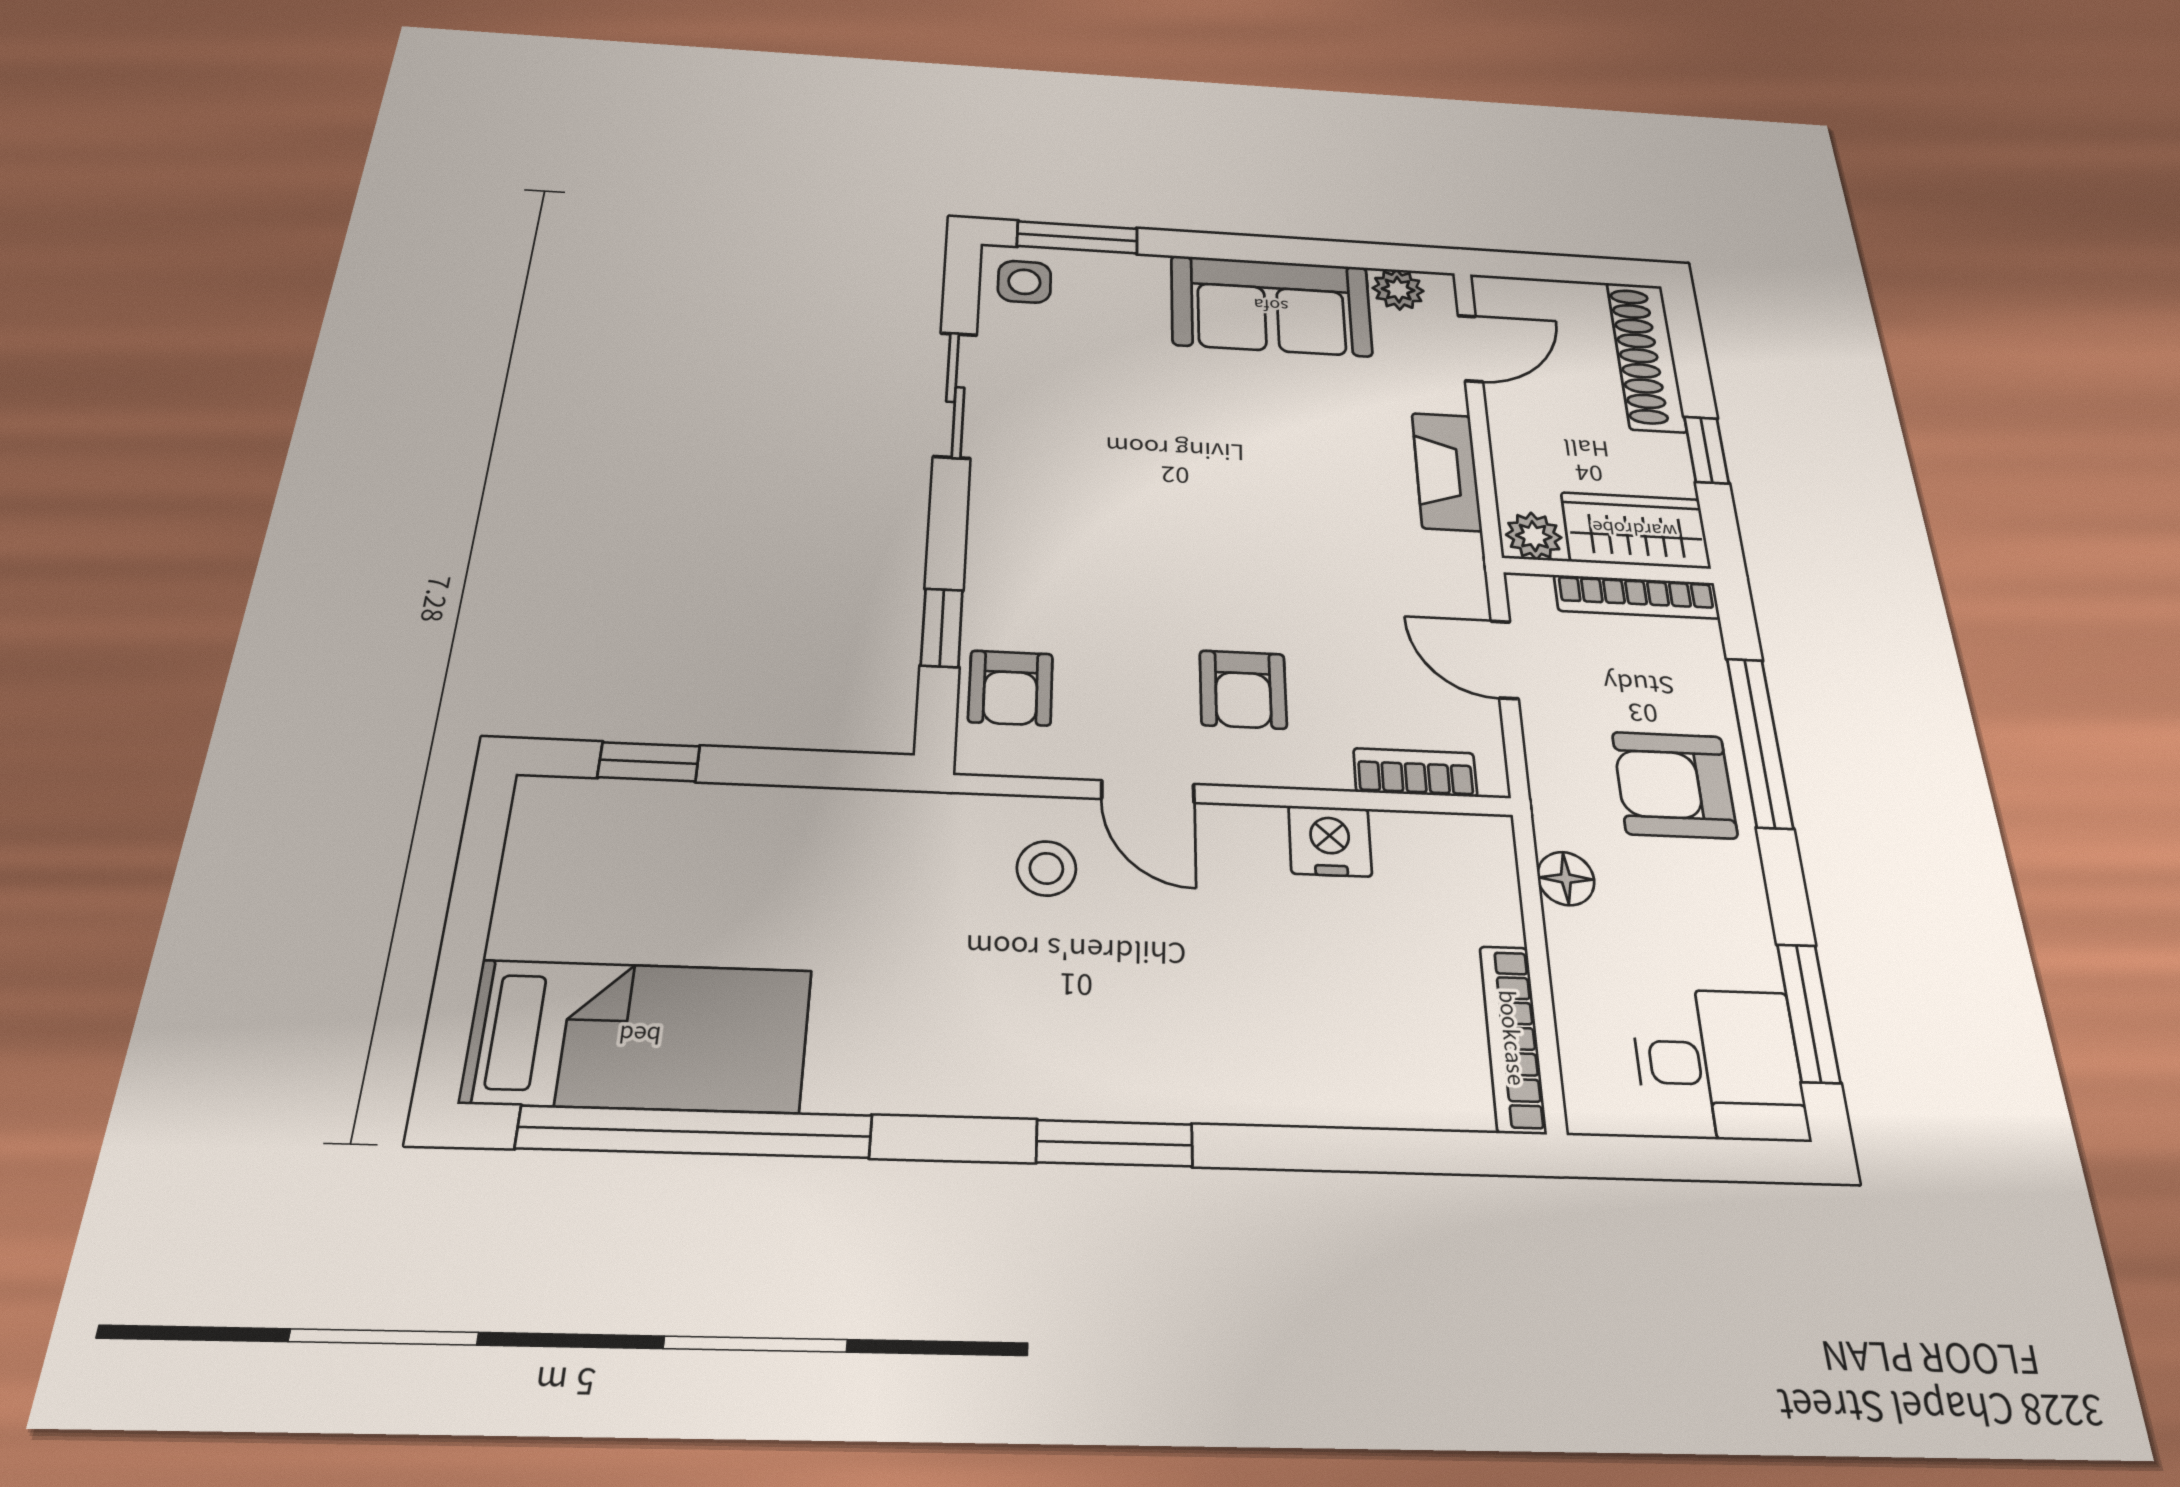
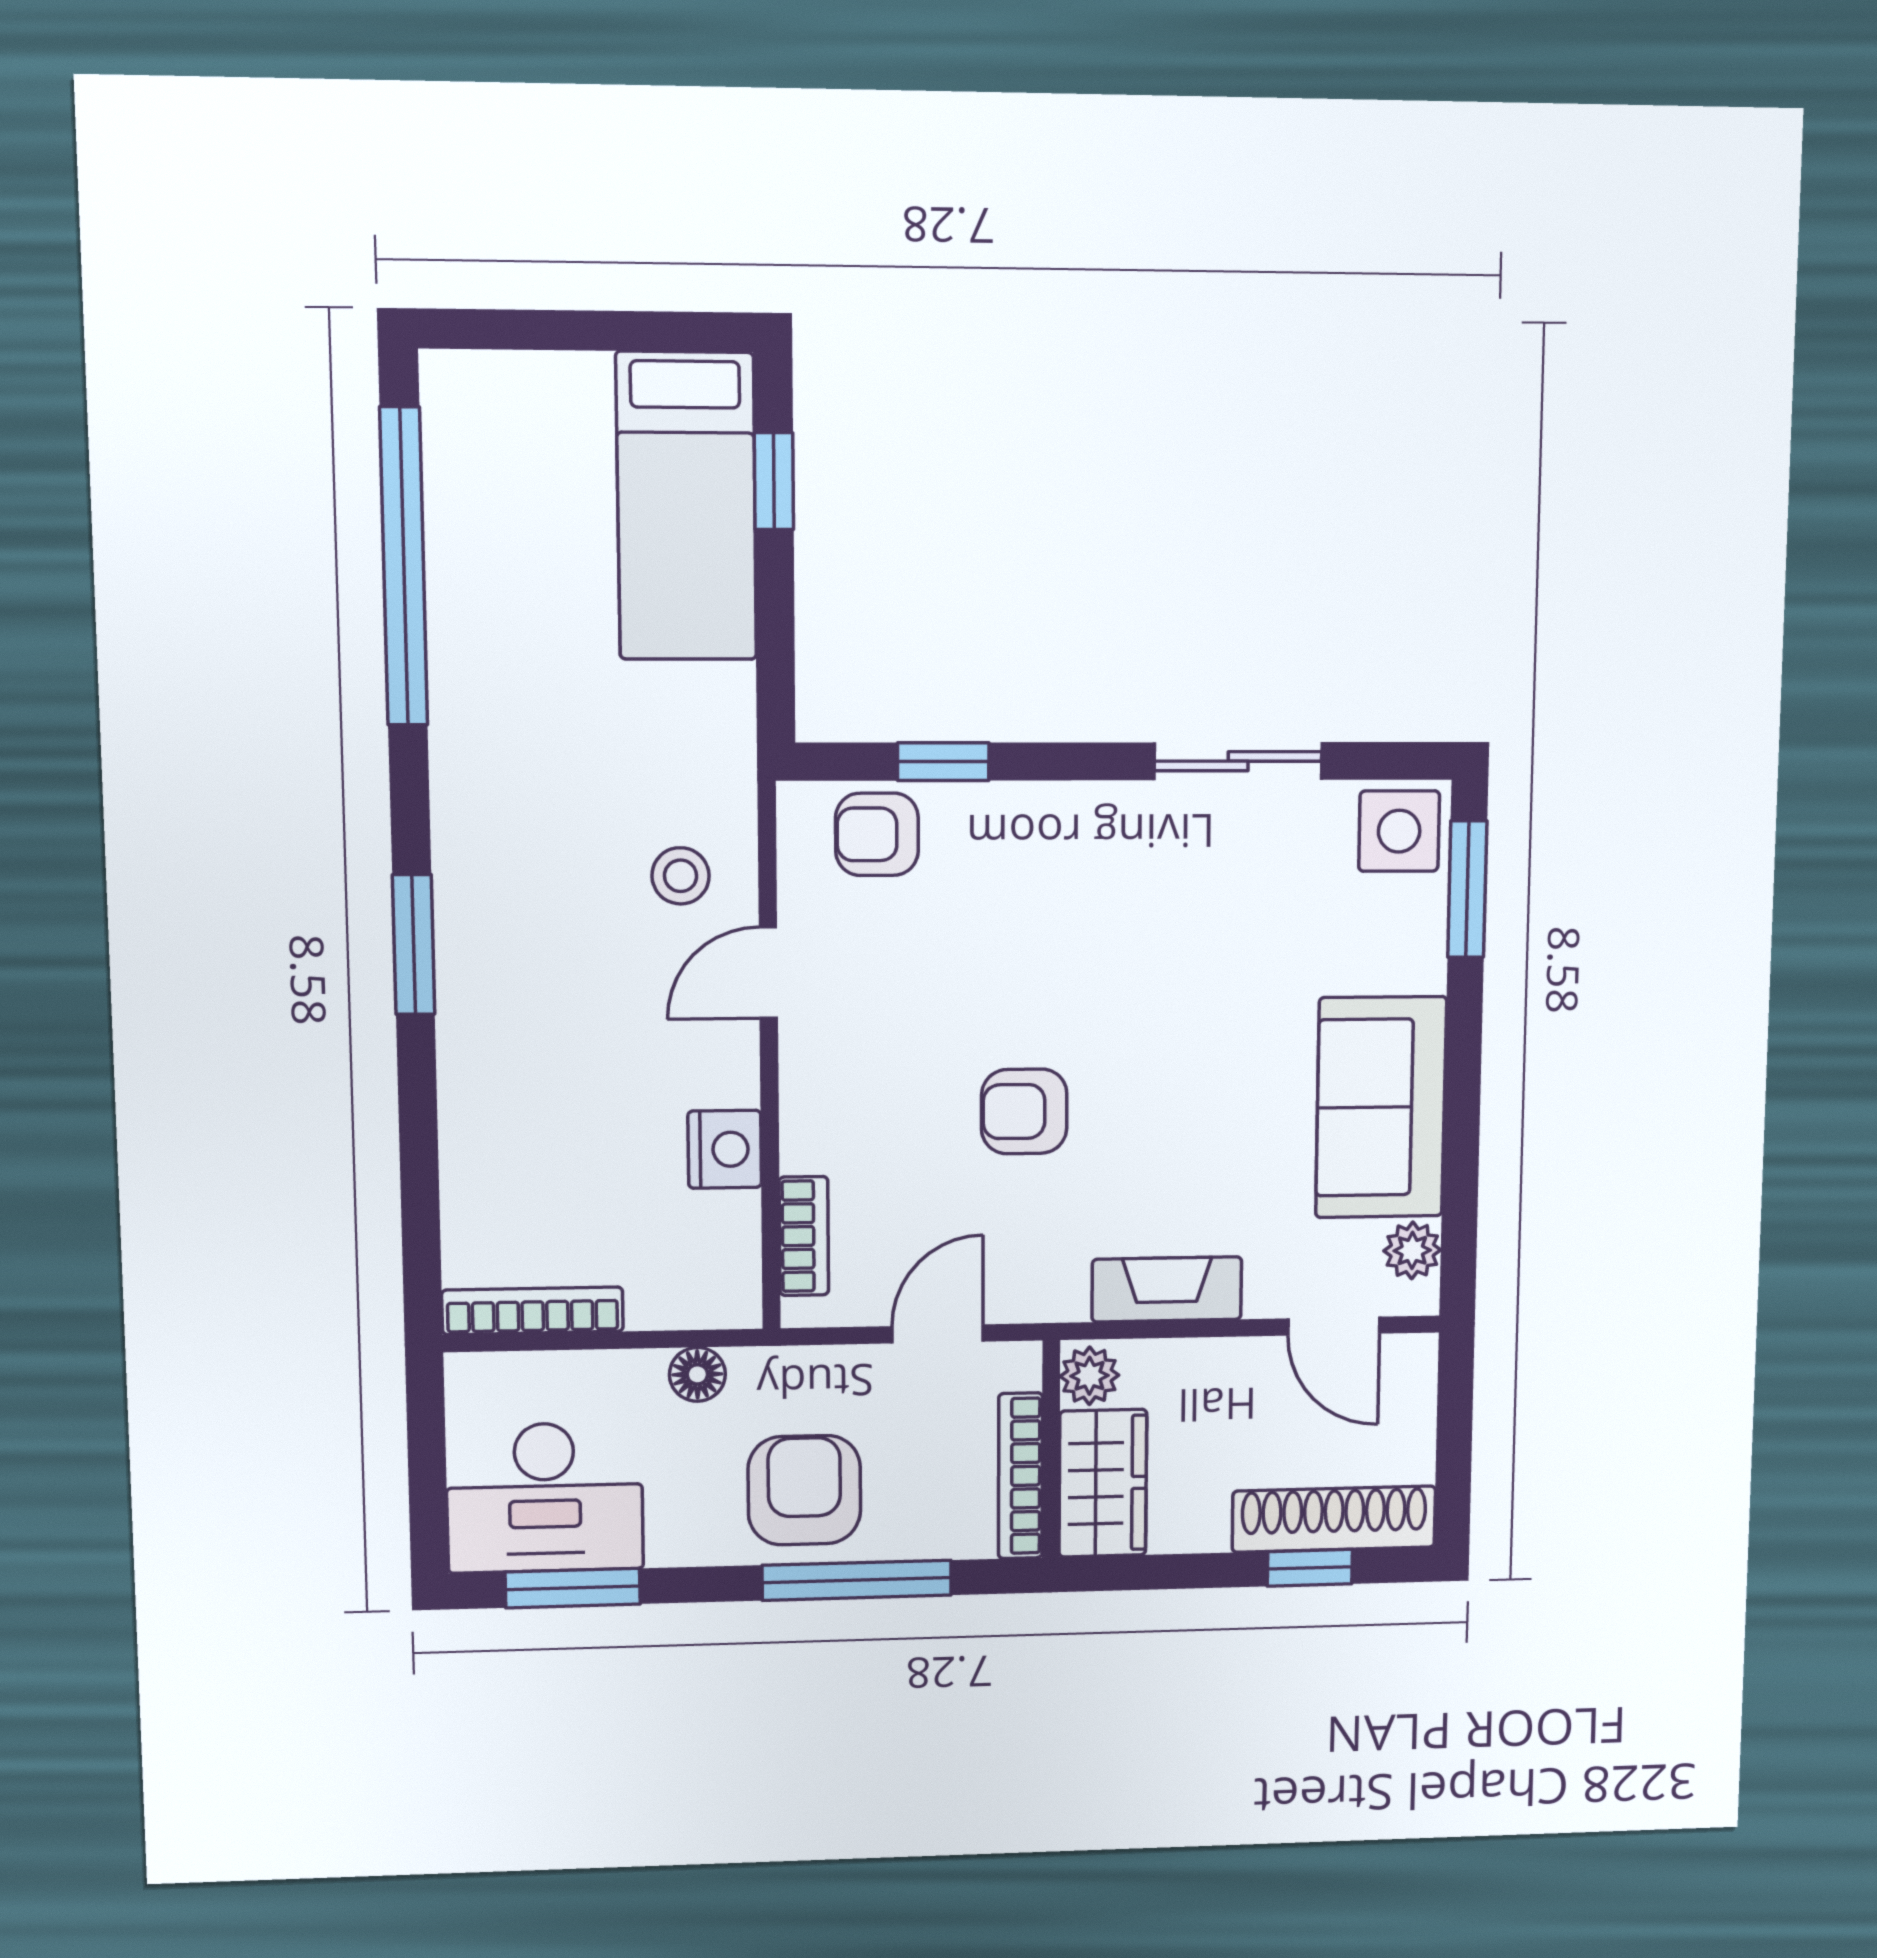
side table: (1024, 282) -> (1399, 831), width x1.37, depth x1.37
window: (1706, 450) -> (1310, 1568), moved
armchair: (1243, 689) -> (1024, 1111), moved
bed: (639, 1036) -> (686, 506), moved
desk: (1719, 1064) -> (545, 1498), width x1.37

